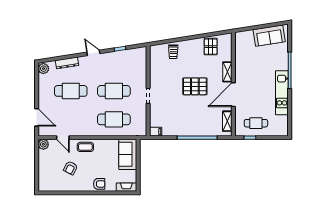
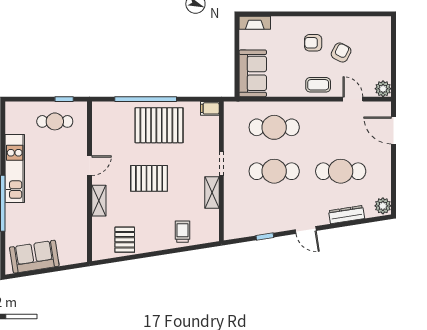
door: (233, 95) -> (90, 166), width x0.53
pallet: (188, 121) -> (159, 125), added
shelving: (227, 121) -> (212, 193), moved
armchair: (99, 184) -> (313, 43), moved

